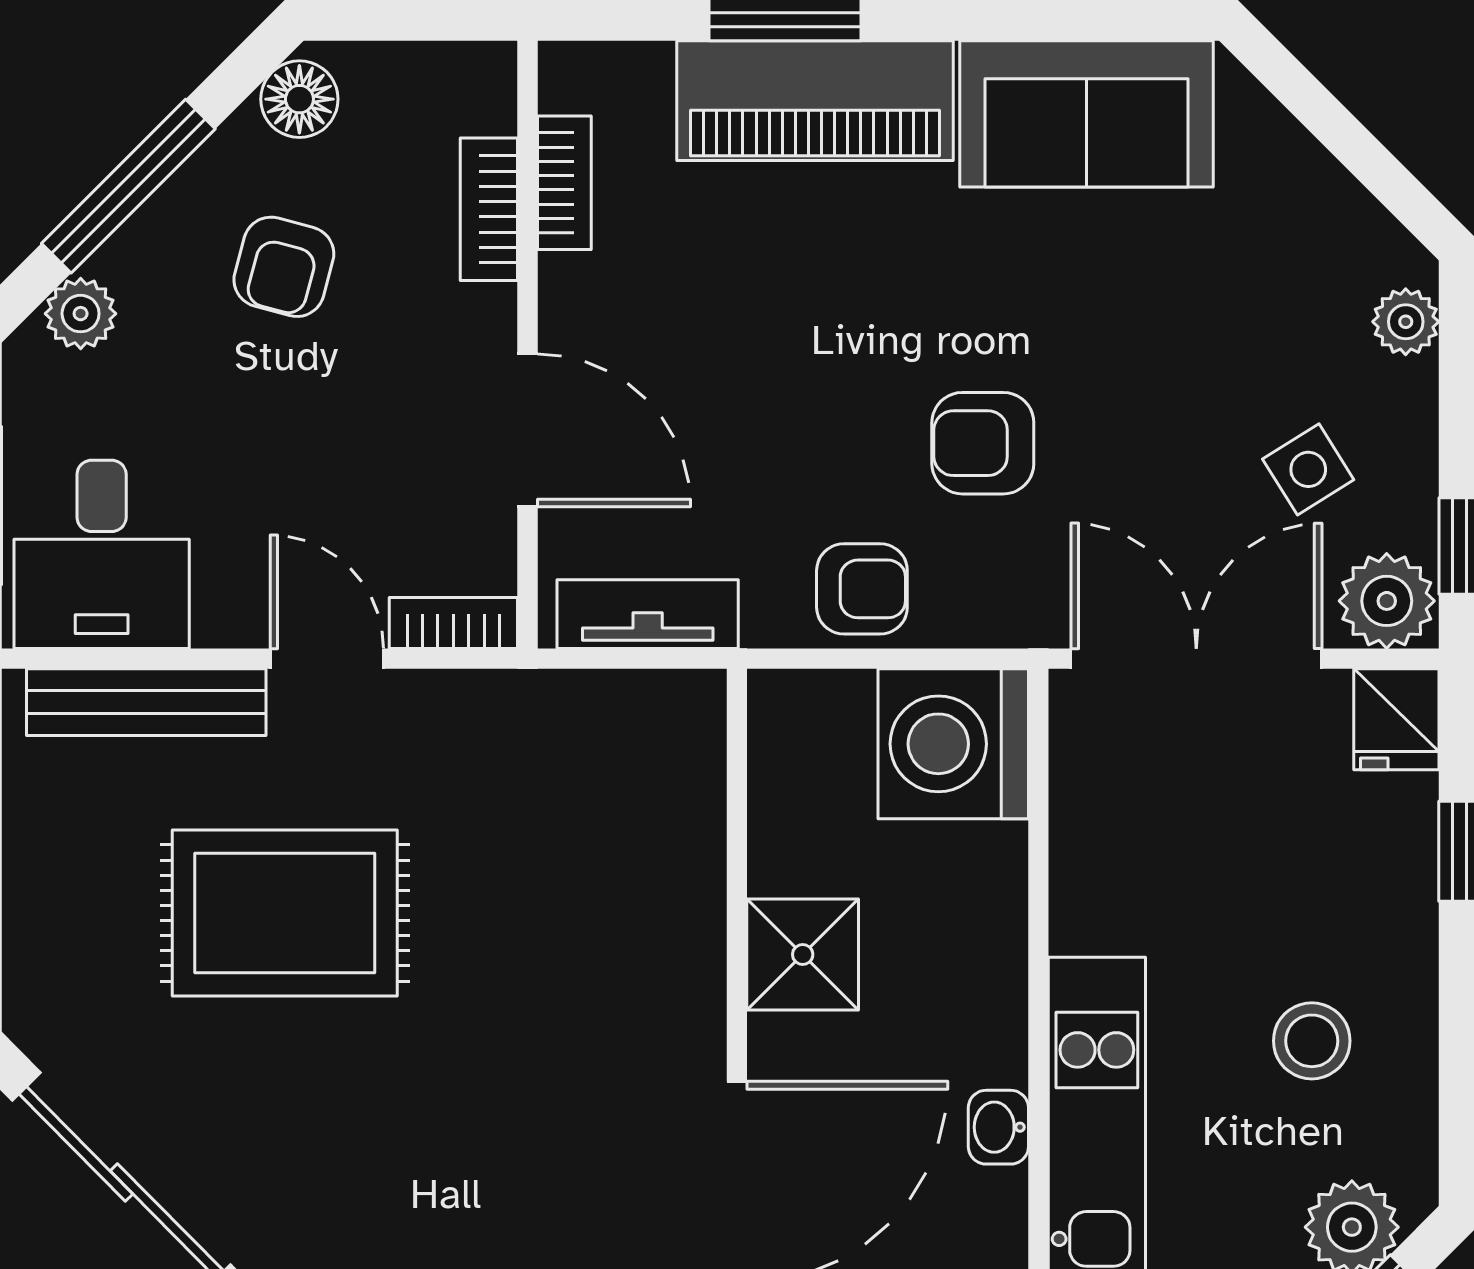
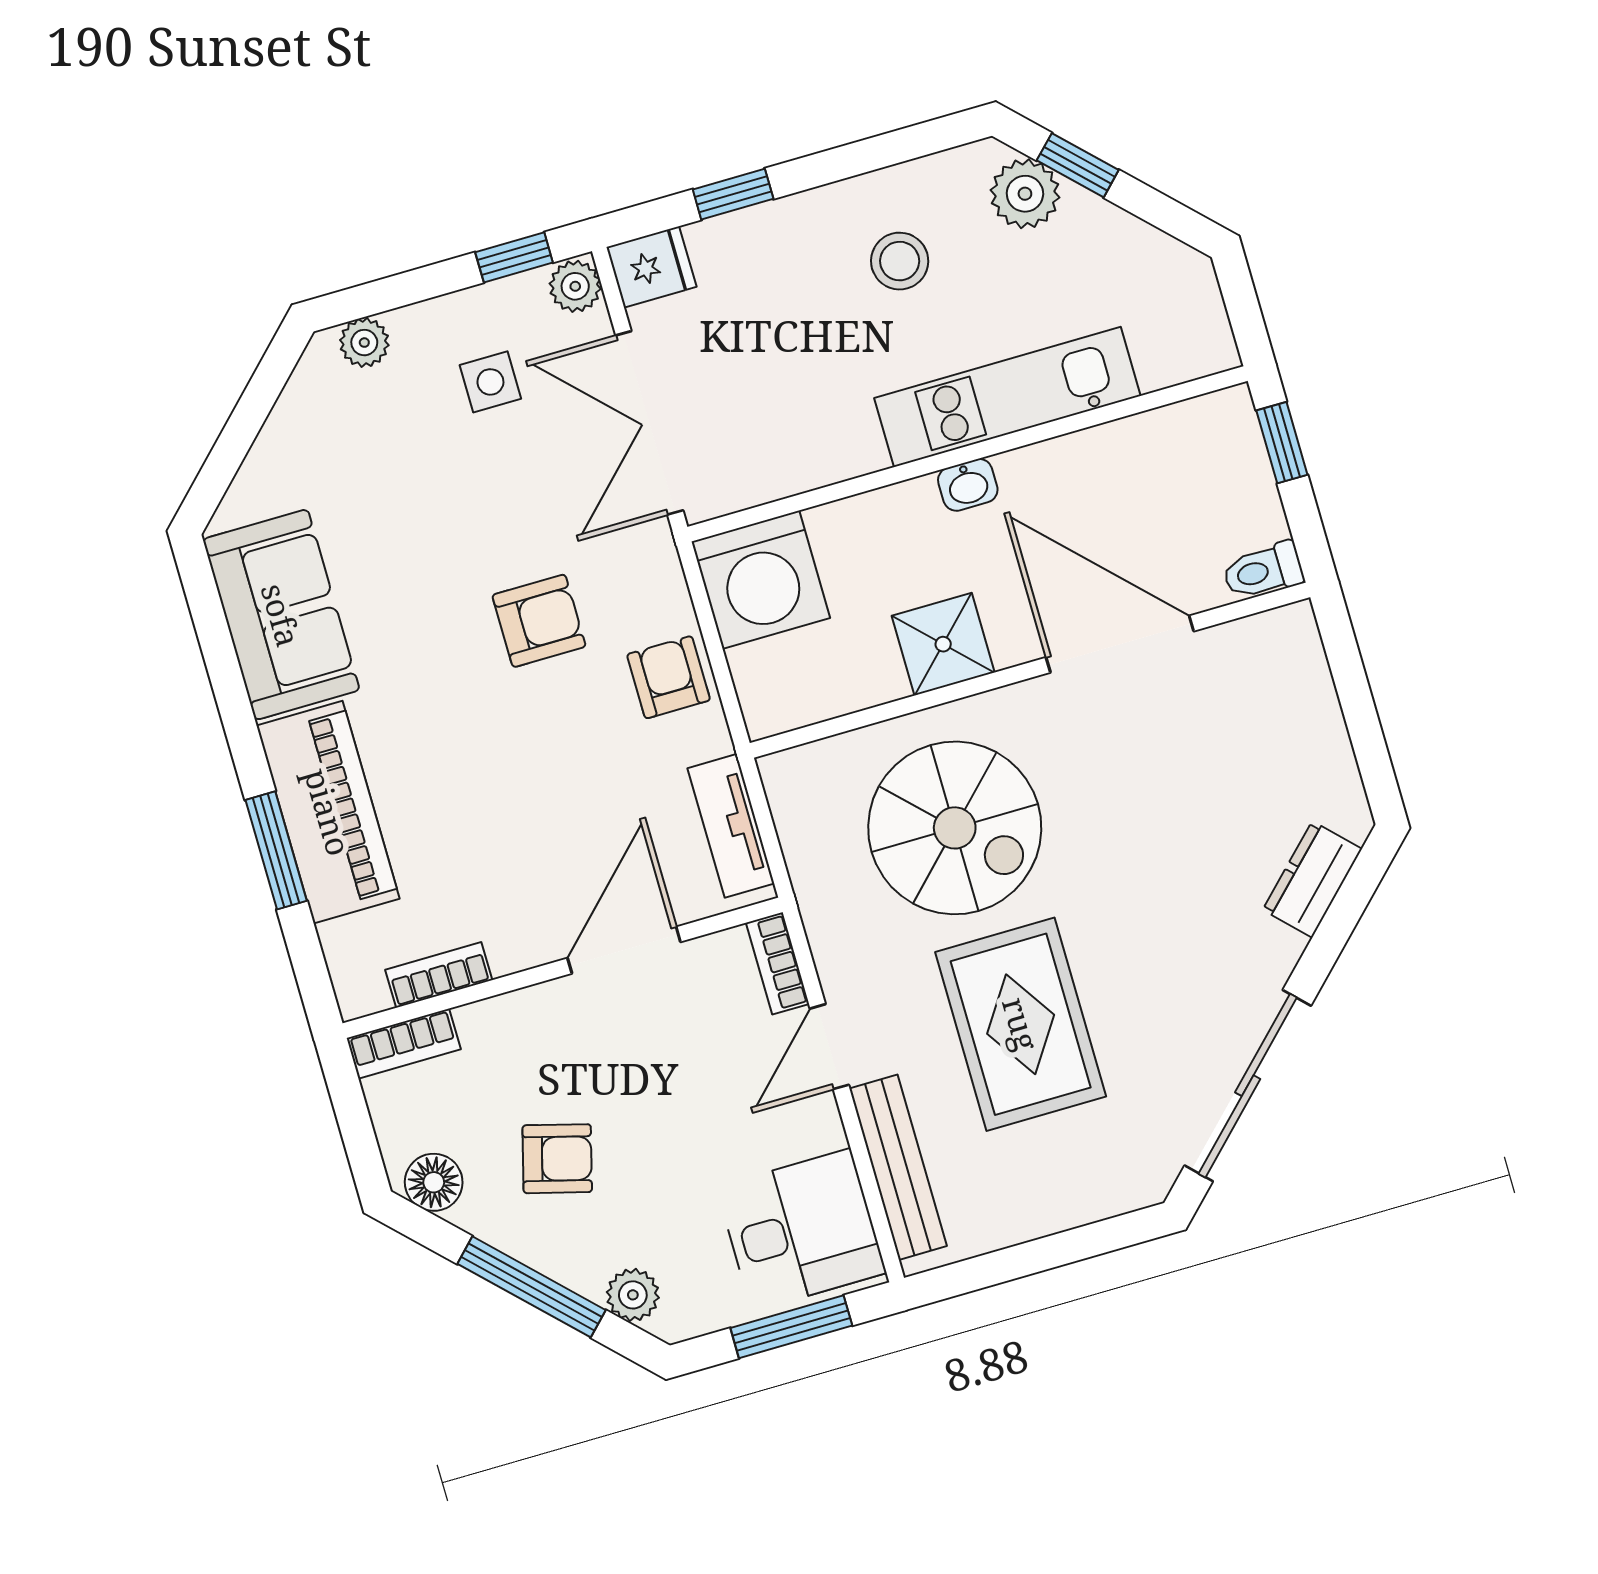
bookcase: (489, 209) -> (404, 1044), moved
armchair: (983, 443) -> (539, 621), turned -90
side table: (1308, 469) -> (490, 382), turned 32
plant: (1387, 601) -> (575, 286), width x0.73, depth x0.73
spiral stairs: (562, 901) -> (955, 828), added
washbasin: (998, 1127) -> (968, 485), moved

